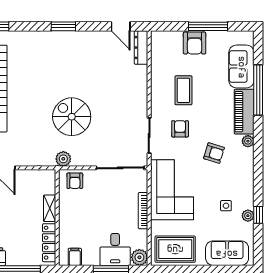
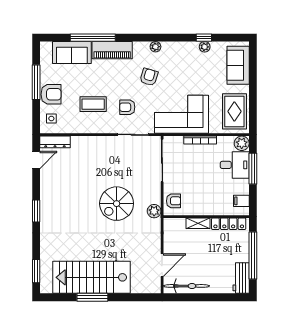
plant: (248, 141) -> (155, 47), moved
side table: (226, 206) -> (51, 118), moved

